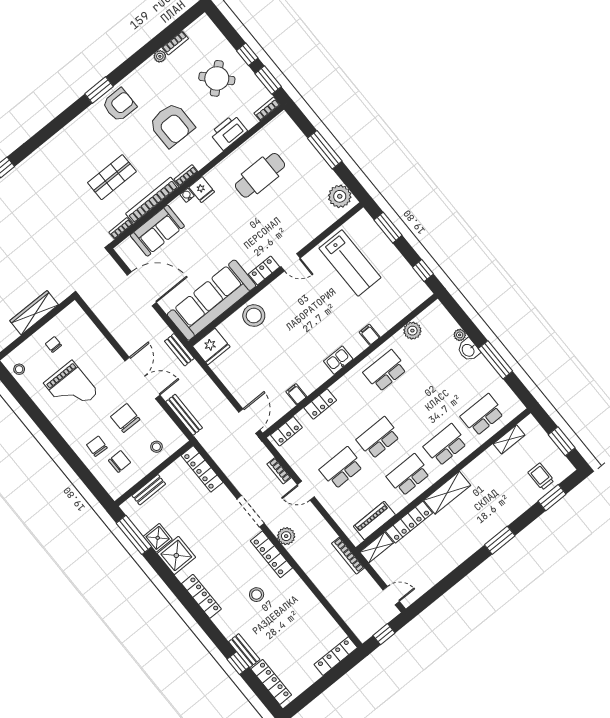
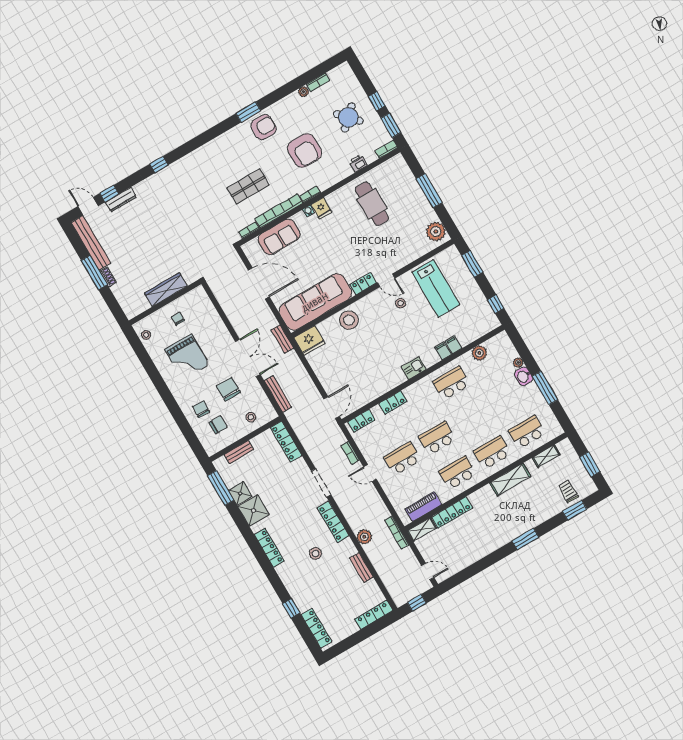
printer: (229, 132) -> (358, 163), width x0.53, depth x0.68
cafe table: (260, 175) -> (372, 204), turned 90
stool: (311, 286) -> (401, 303), added
filing cabinet: (296, 394) -> (454, 345), moved
shelving: (447, 493) -> (510, 480), moved
plant: (286, 536) -> (364, 537), moved
bench: (244, 651) -> (361, 568), moved

